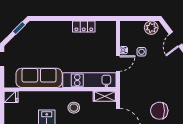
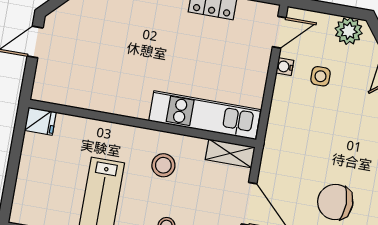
door: (118, 63) -> (279, 32), moved
sofa: (39, 78) -> (104, 93), removed

